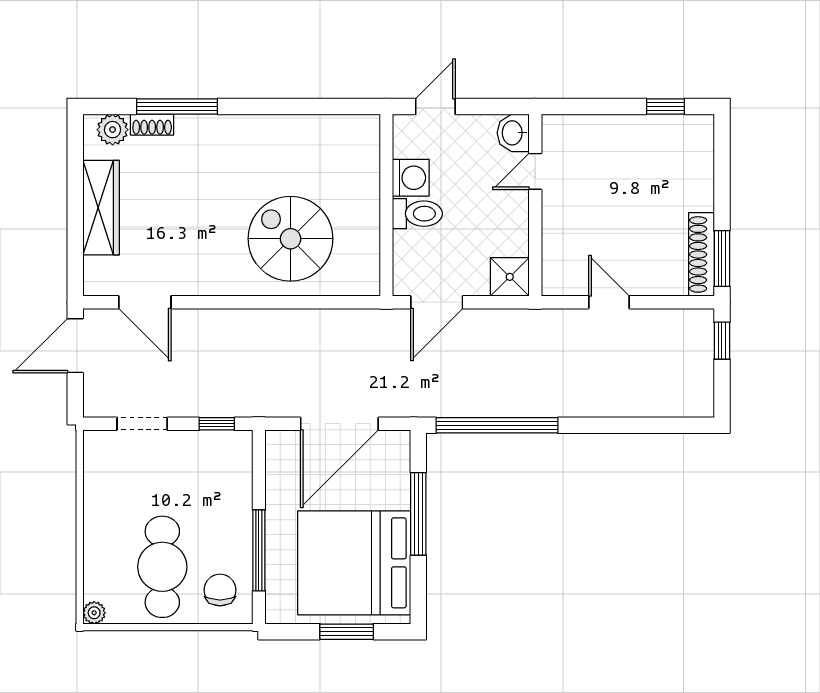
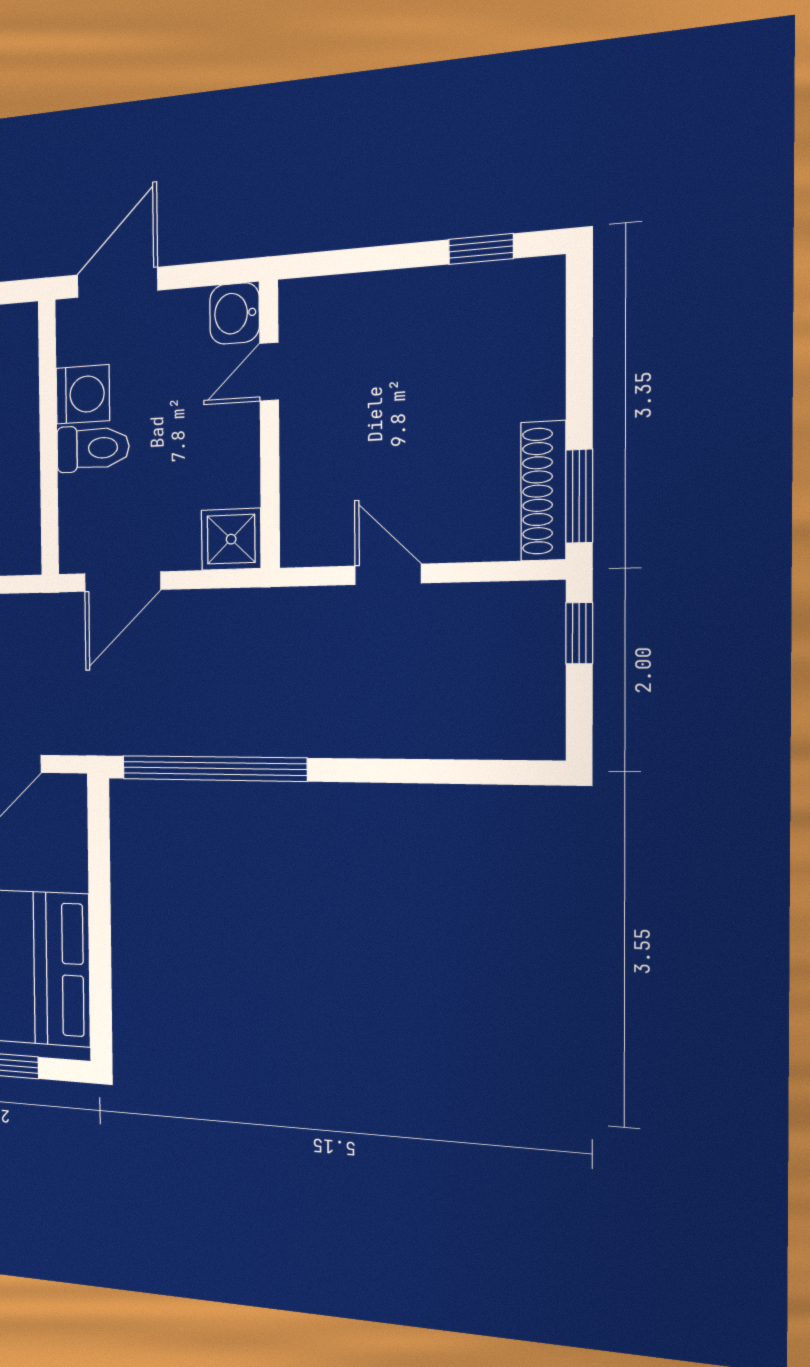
door: (435, 106) -> (117, 282), width x1.38
window: (418, 514) -> (100, 899), removed

